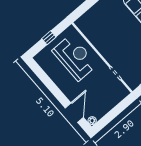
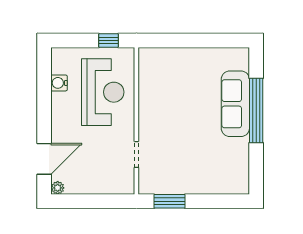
window: (49, 38) -> (108, 40), moved
water cooler: (51, 71) -> (59, 83), added

